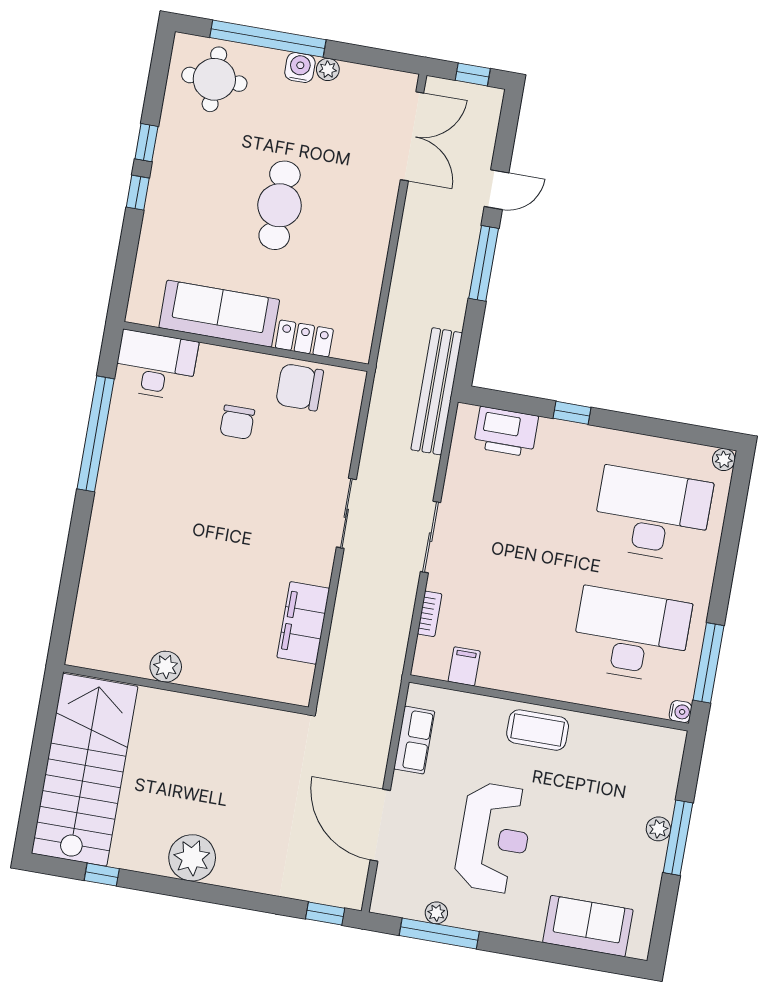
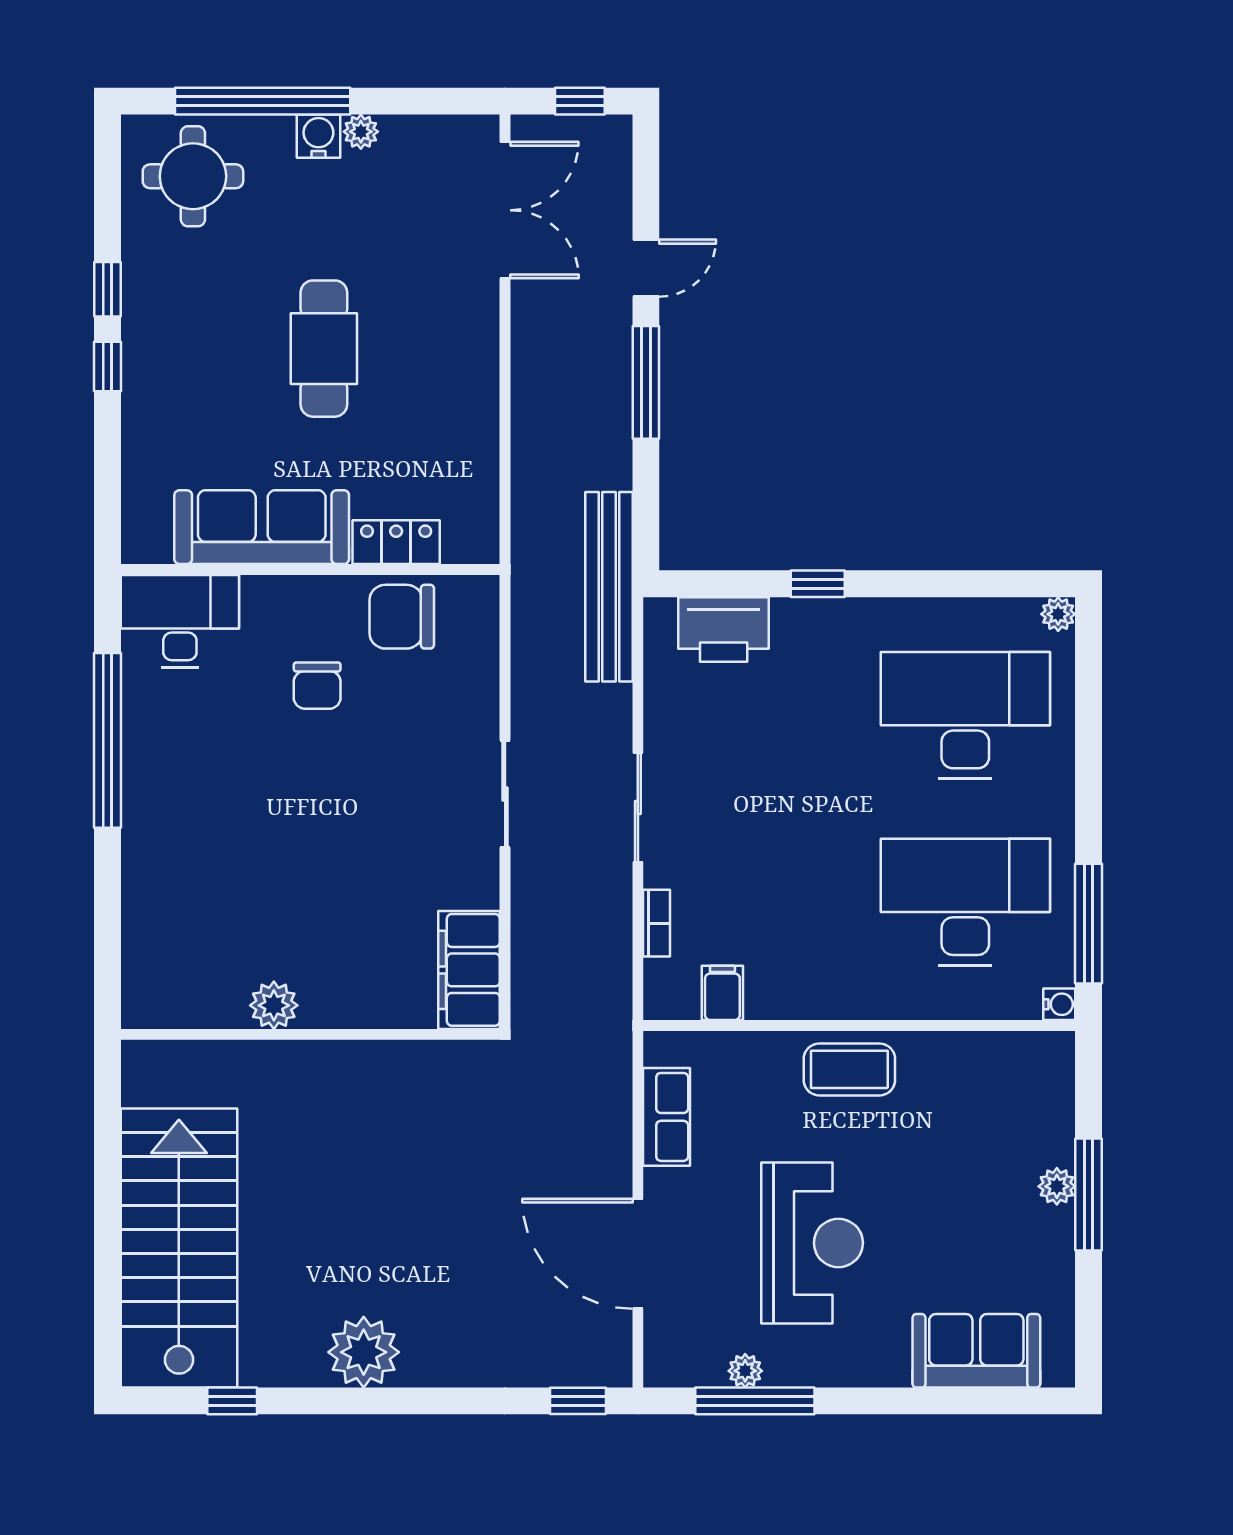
plant: (166, 667) -> (274, 1005), moved
wall: (186, 690) -> (310, 1034), moved

